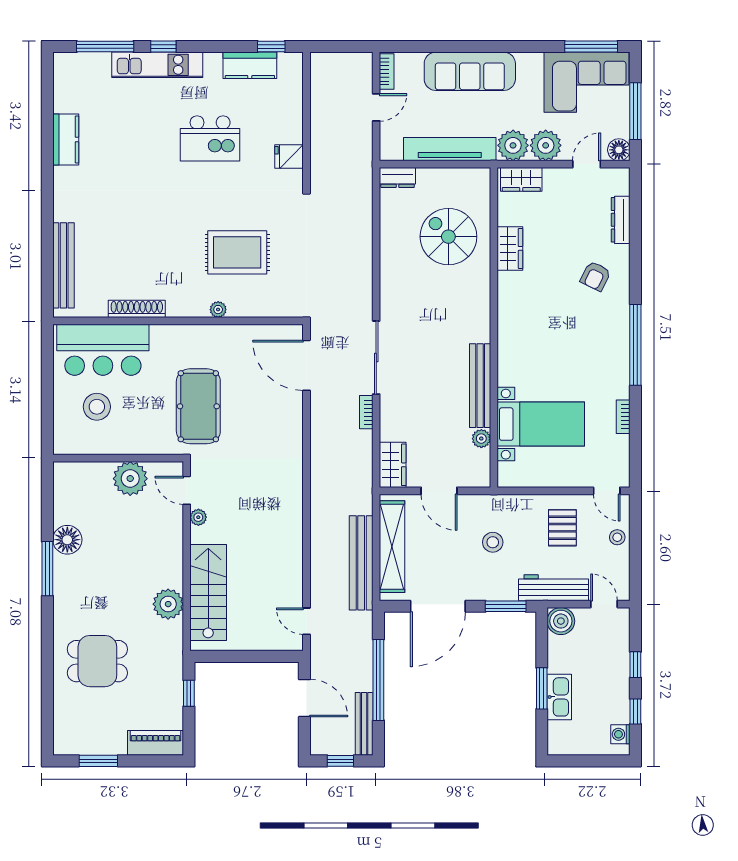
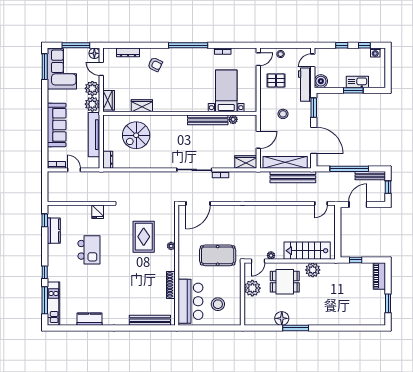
kitchen unit: (157, 65) -> (54, 304), moved
dining table: (97, 661) -> (285, 282), moved, turned 90

